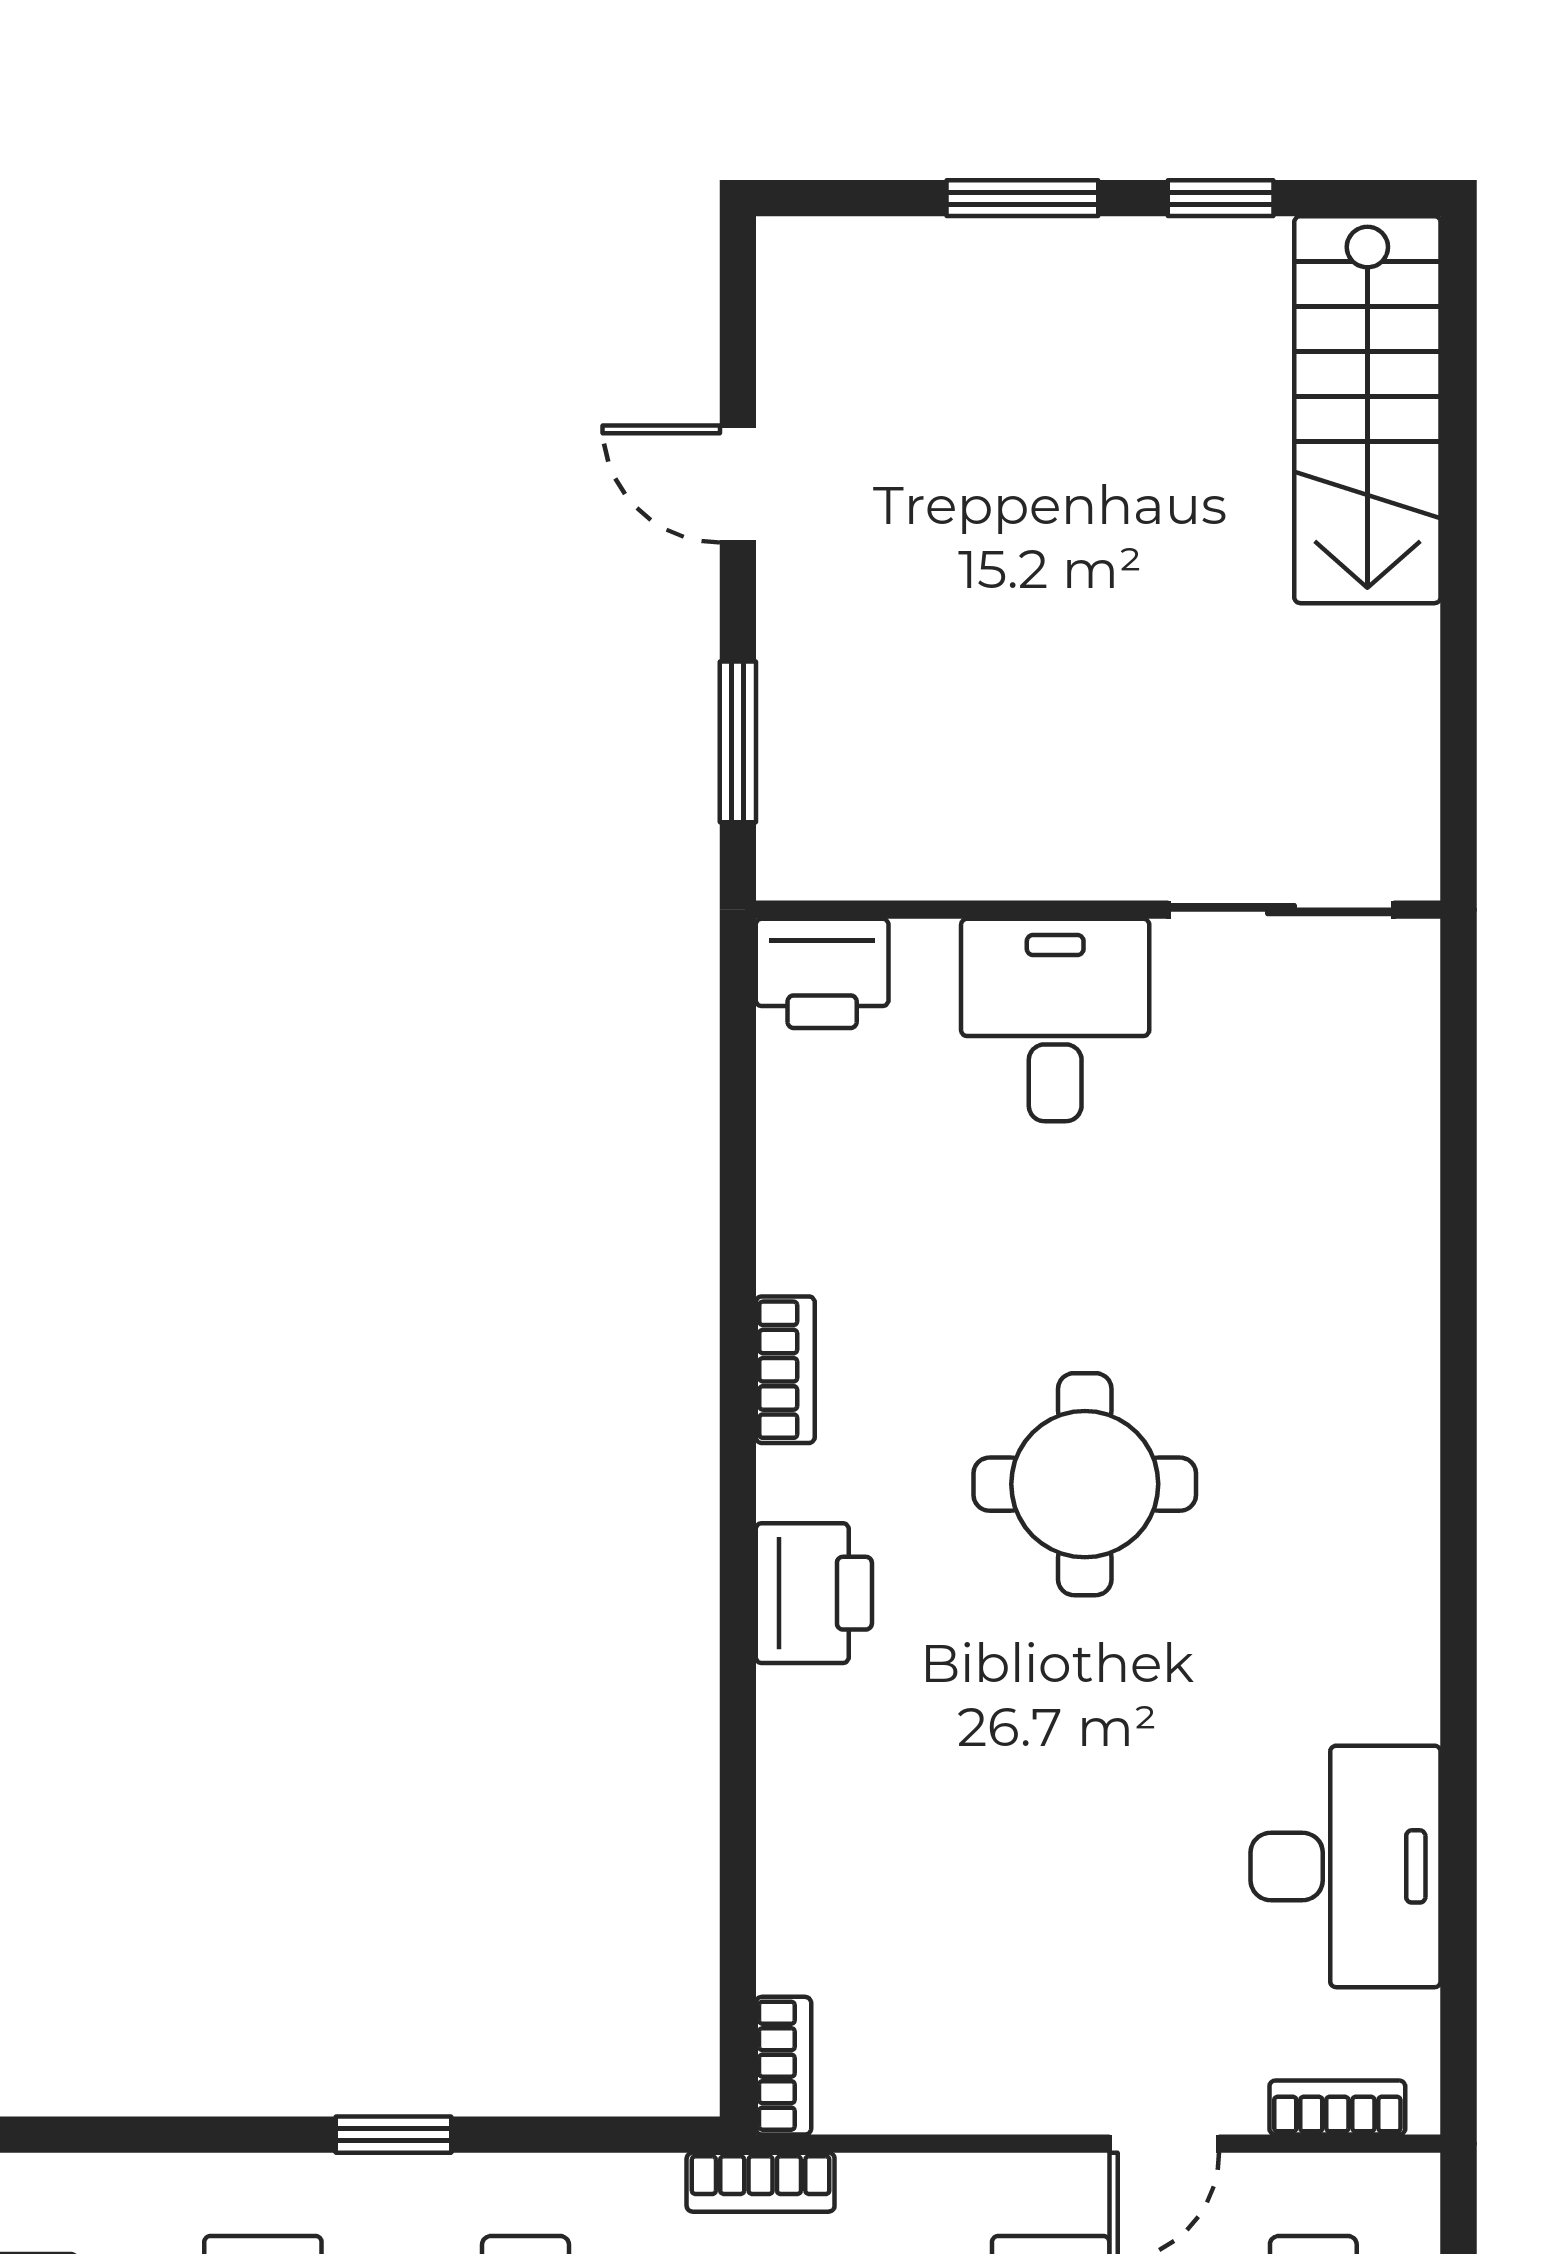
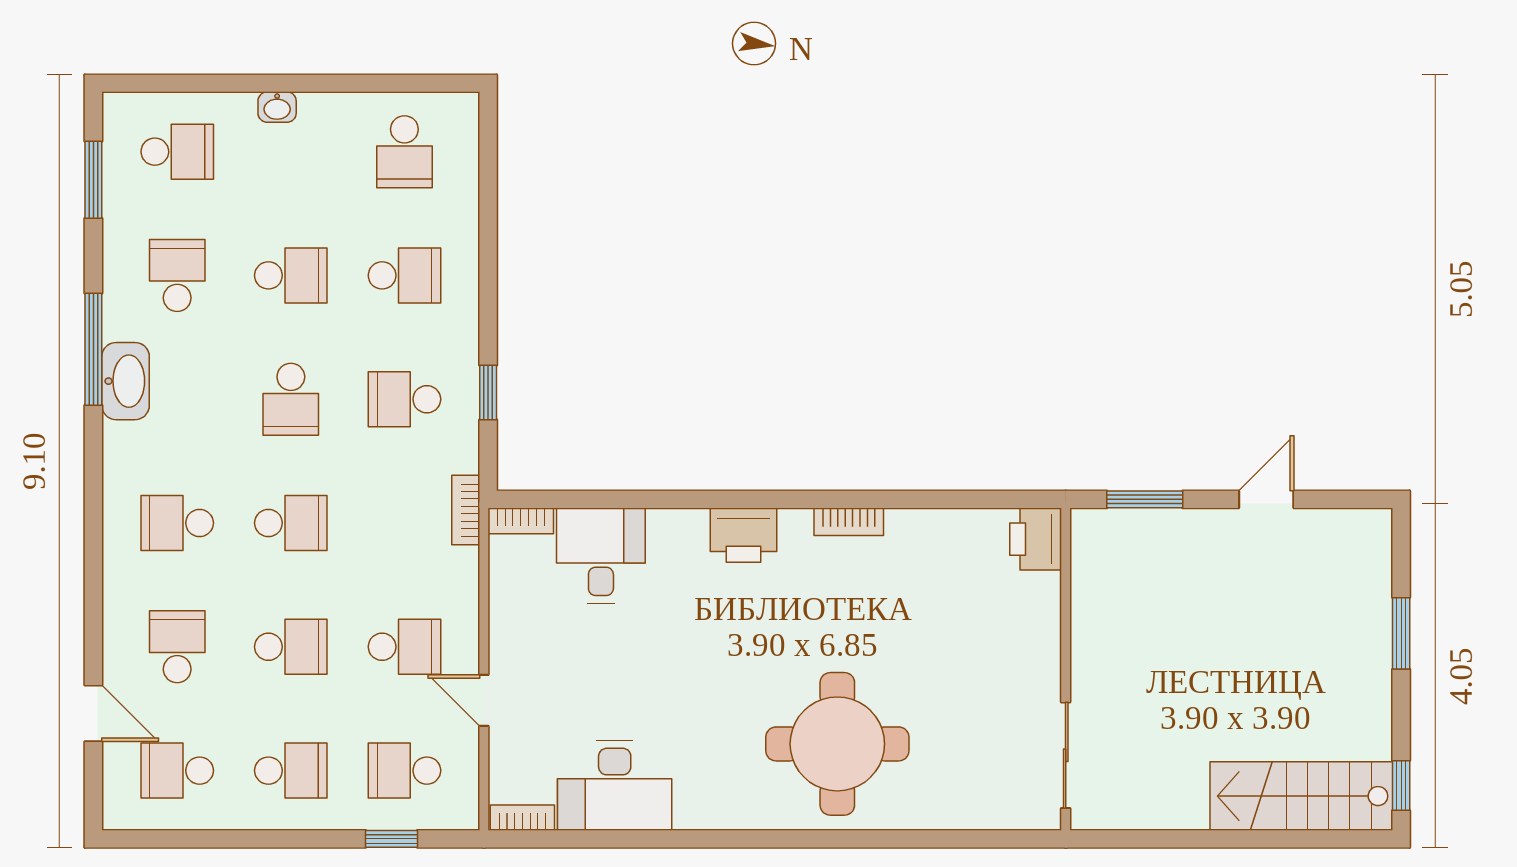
window: (1221, 198) -> (1401, 786), moved
desk: (1055, 1020) -> (601, 556), moved, turned -90
round table: (1085, 1484) -> (837, 744), moved, width x1.36, depth x1.36
bookcase: (1337, 2108) -> (522, 818), moved, turned -90
window: (393, 2135) -> (488, 393), moved

